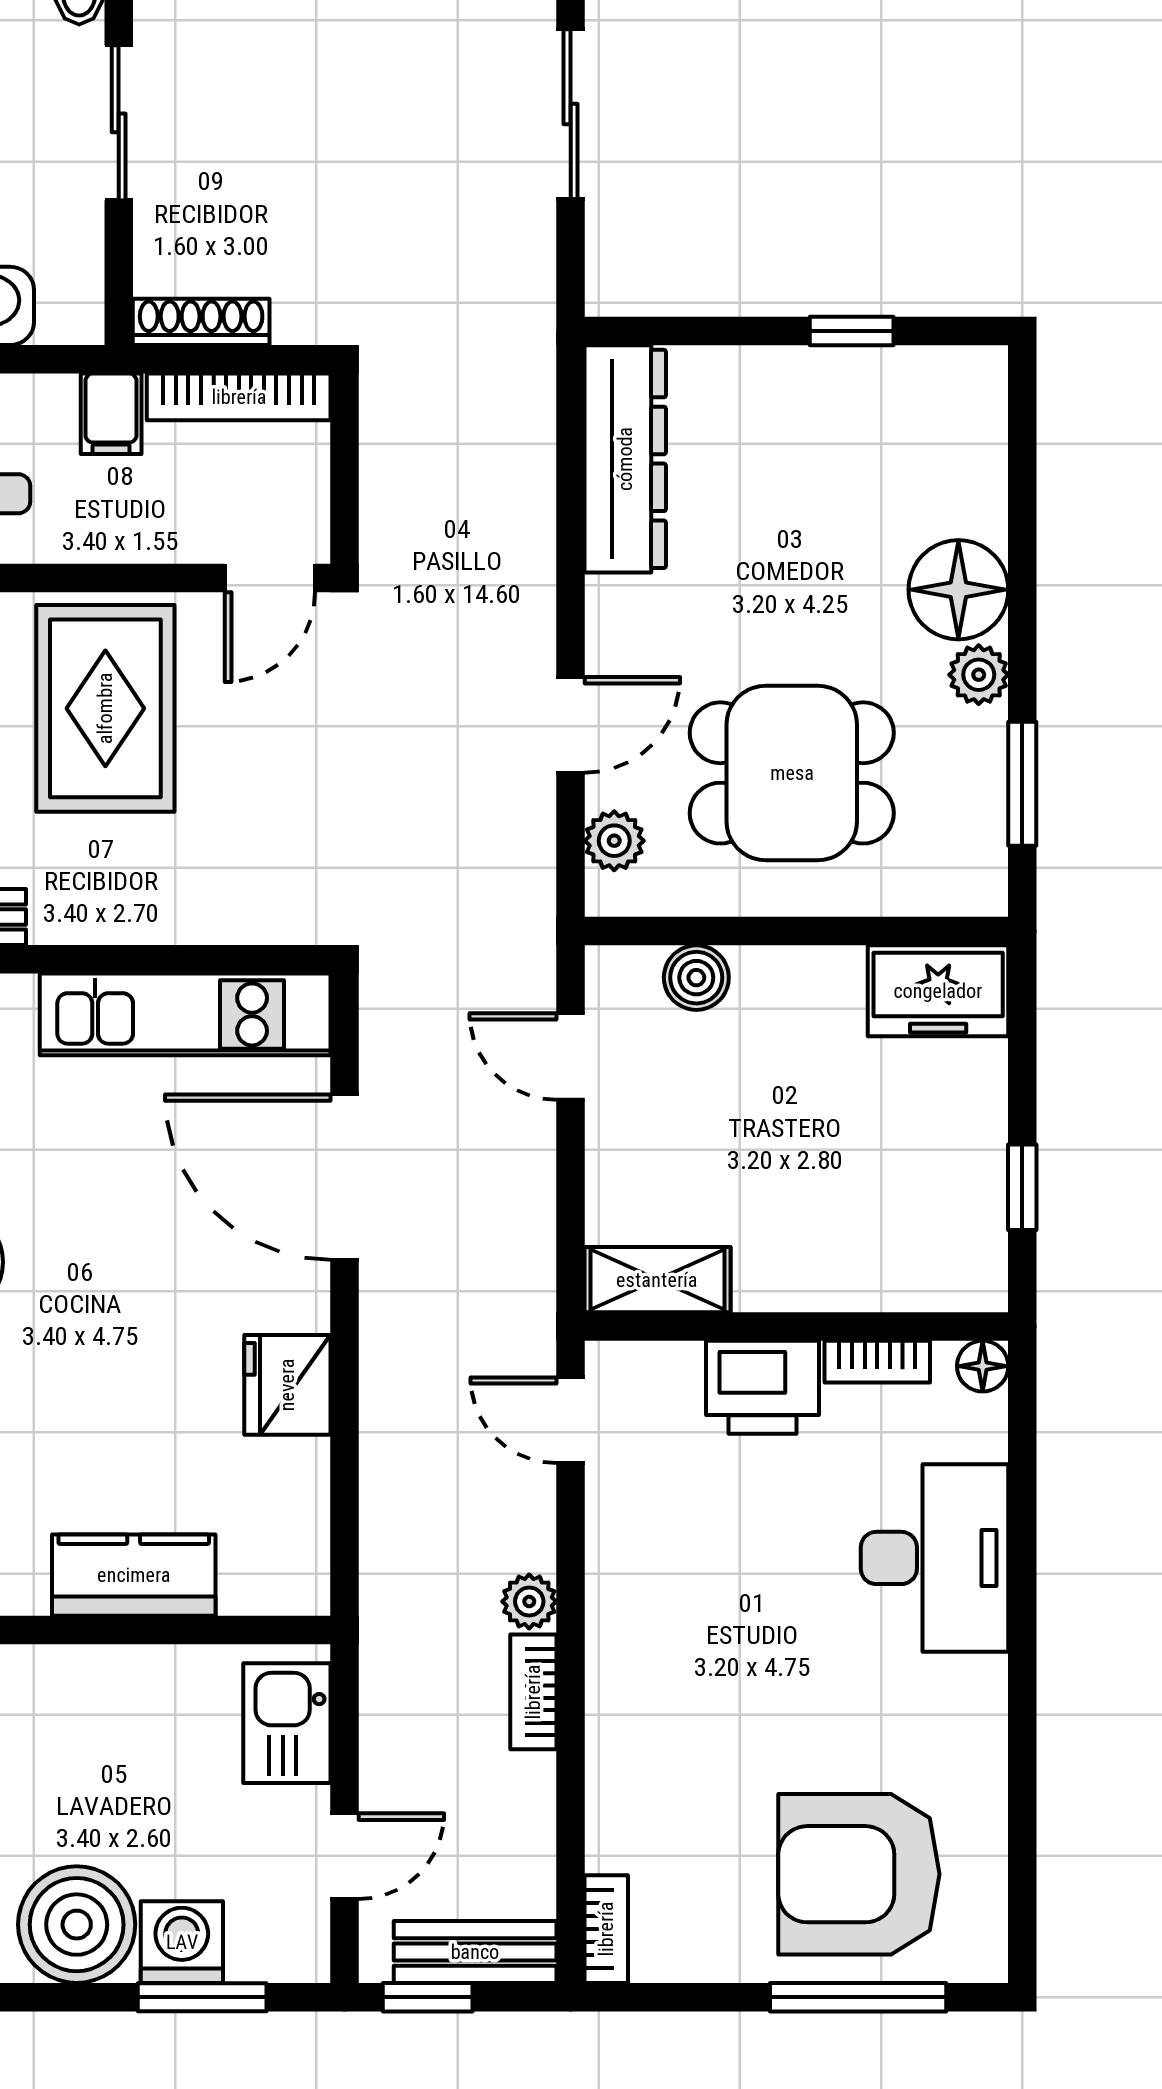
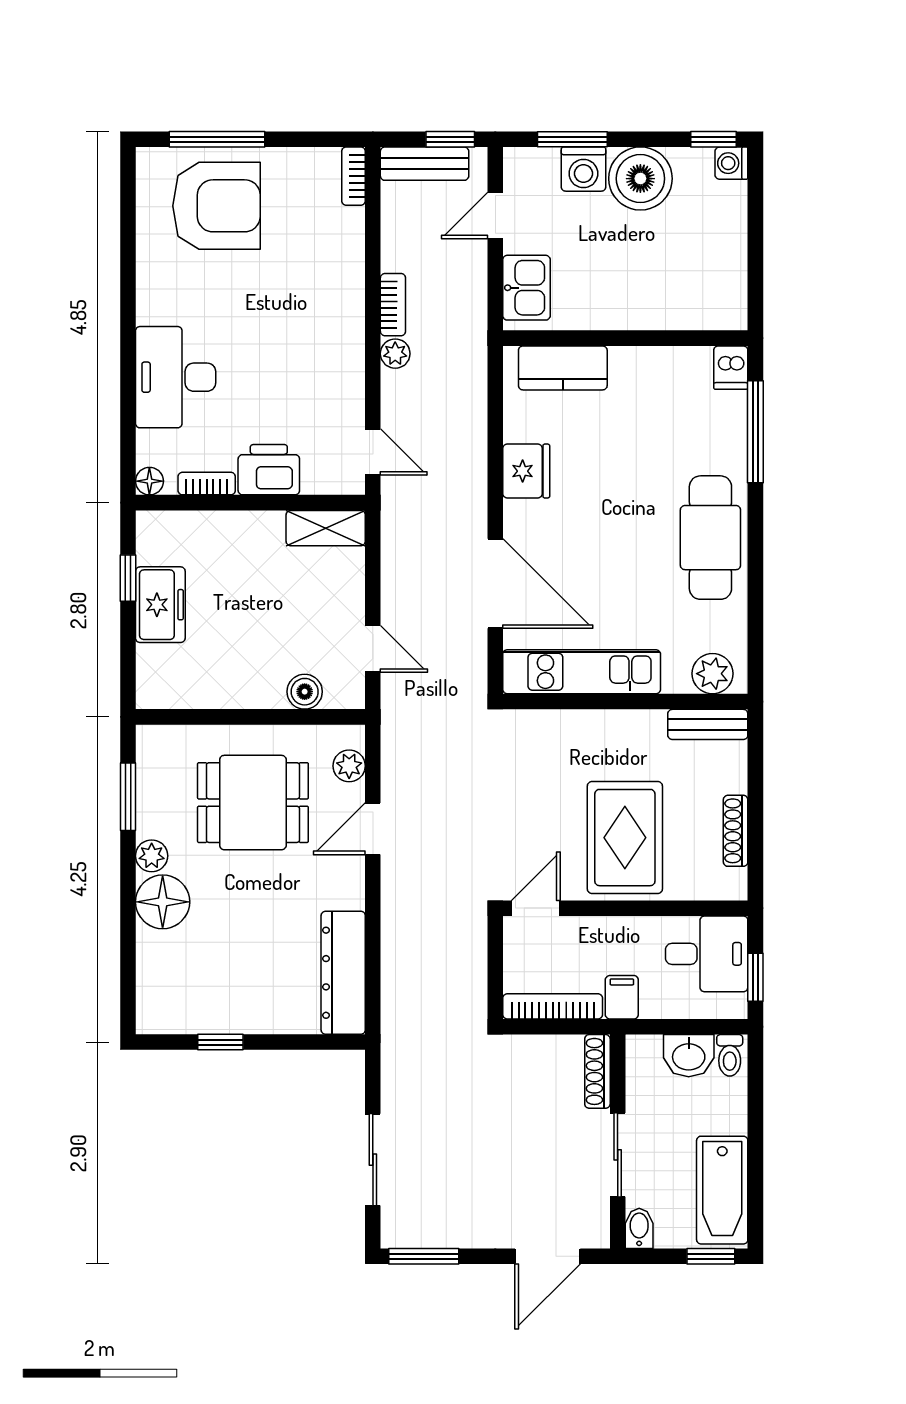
shoe rack: (201, 322) -> (597, 1071), moved, turned 90
freezer: (938, 991) -> (160, 605), moved, turned 90
kitchen counter: (134, 1575) -> (563, 368), moved

